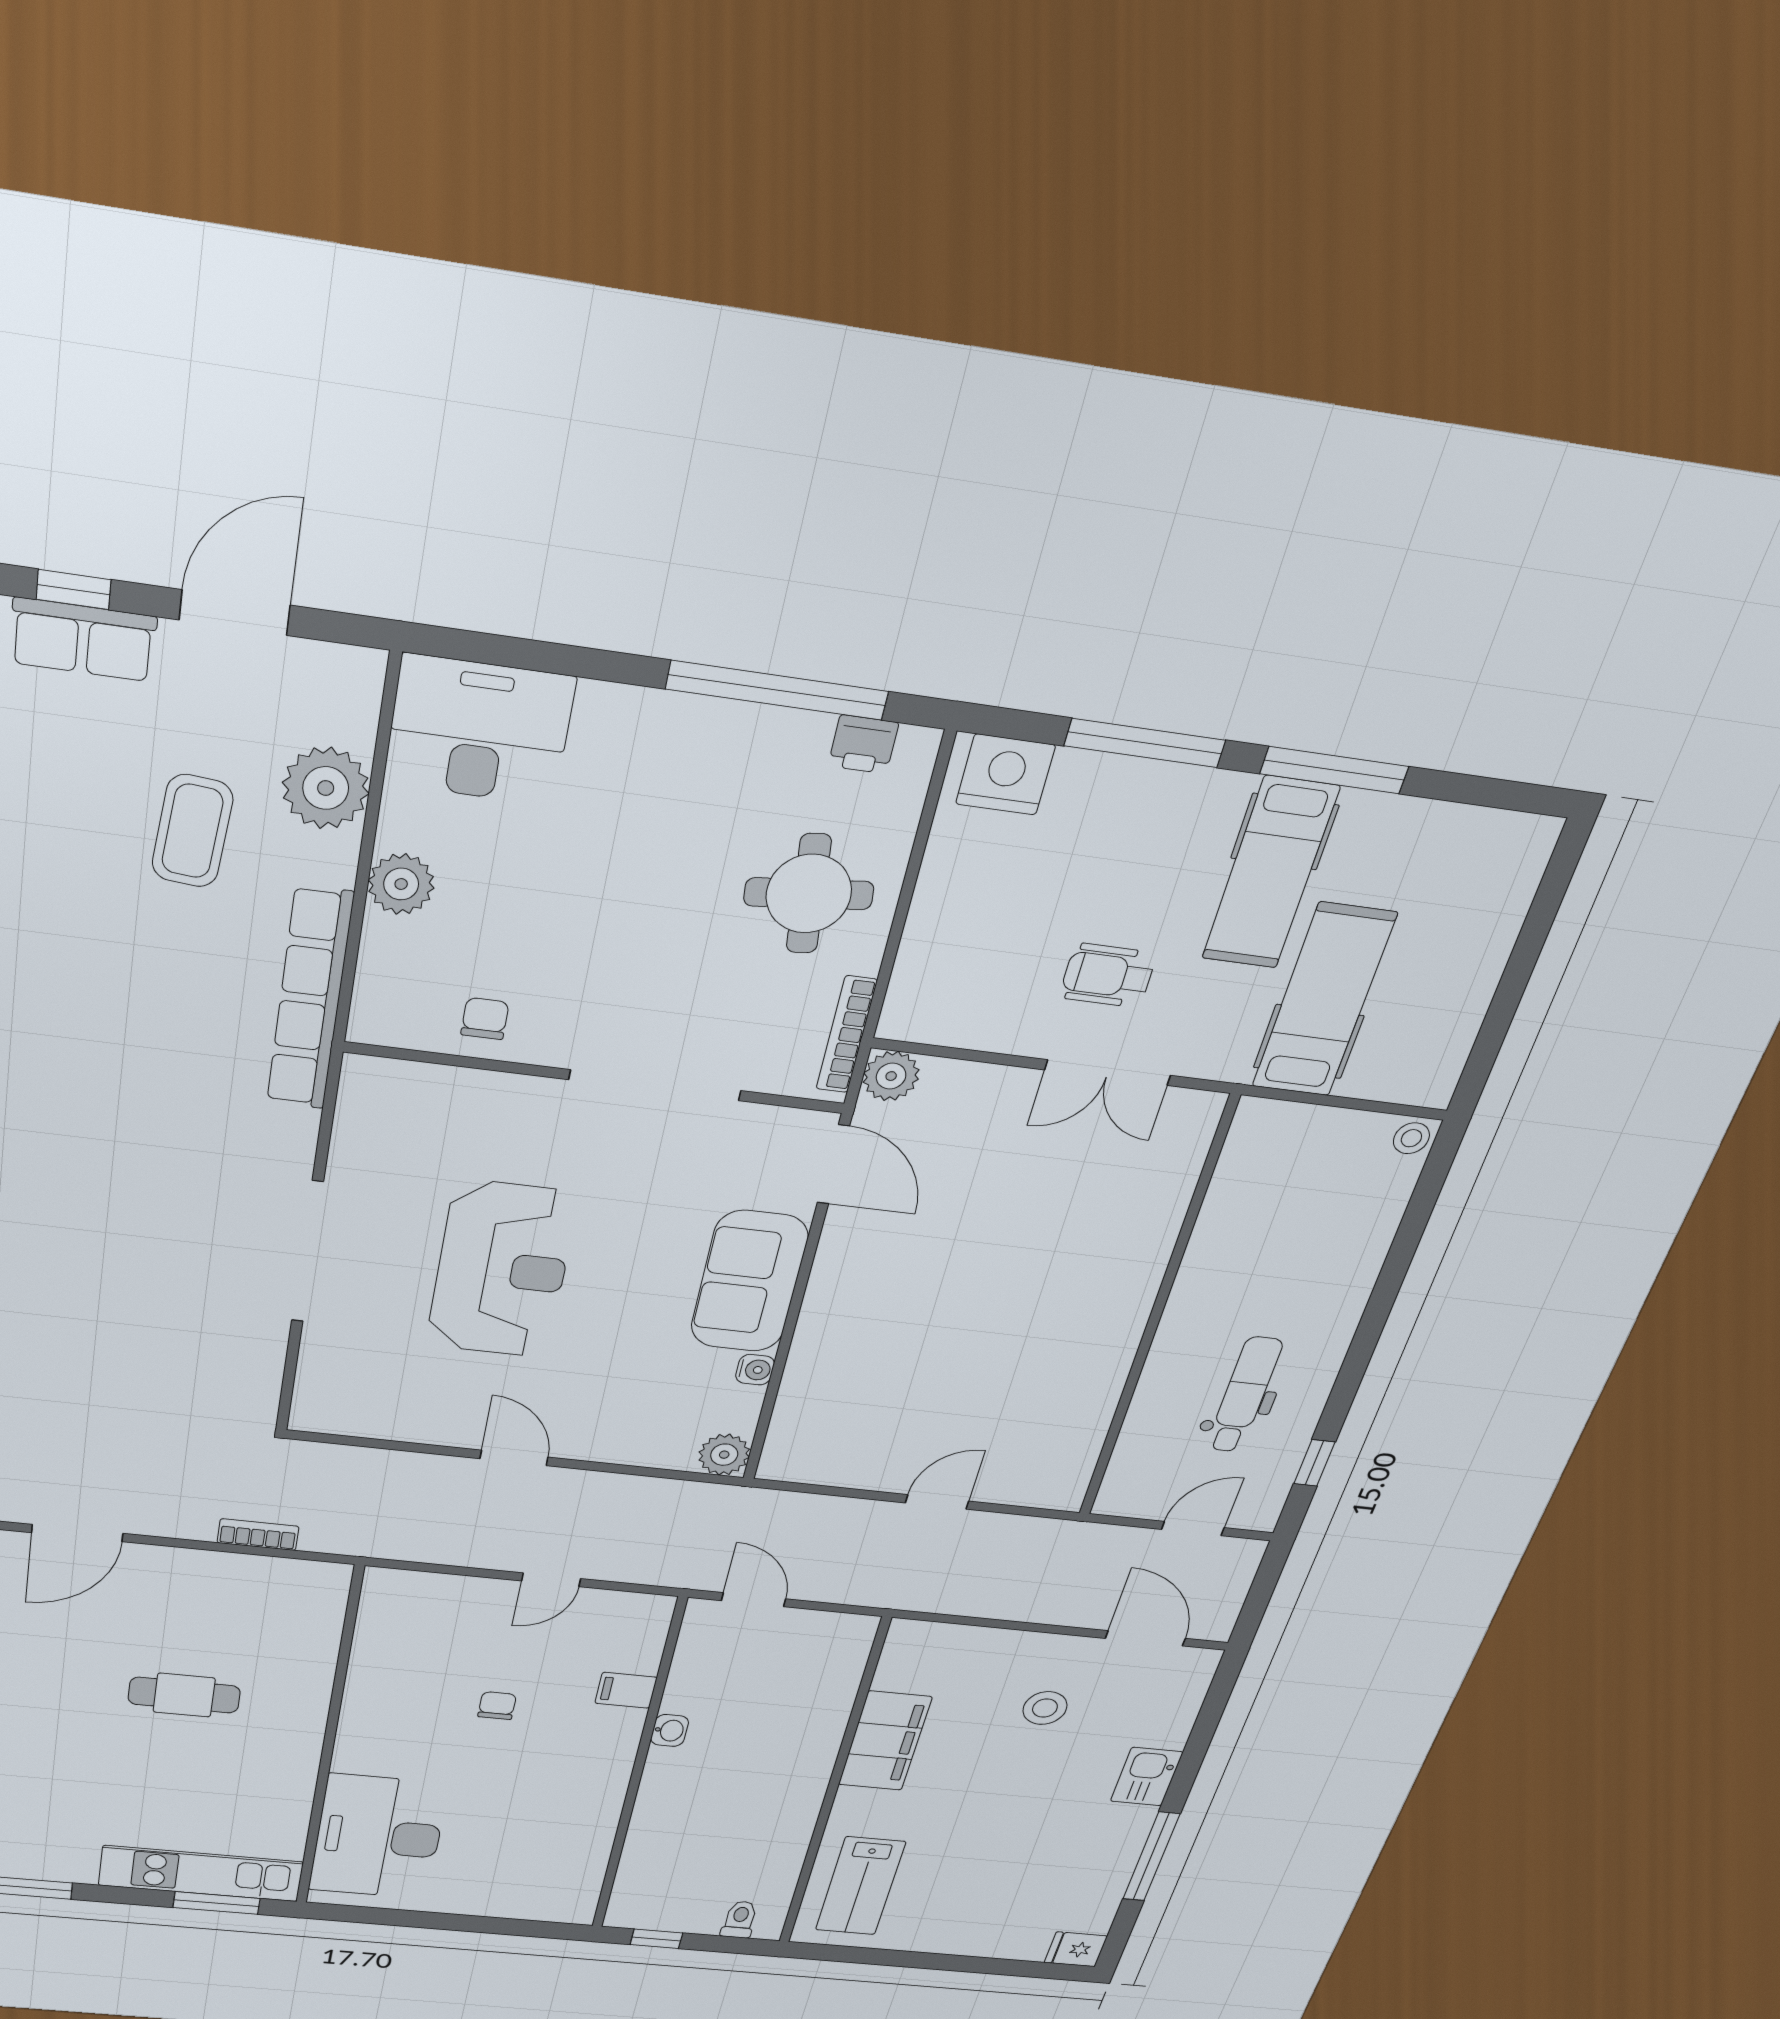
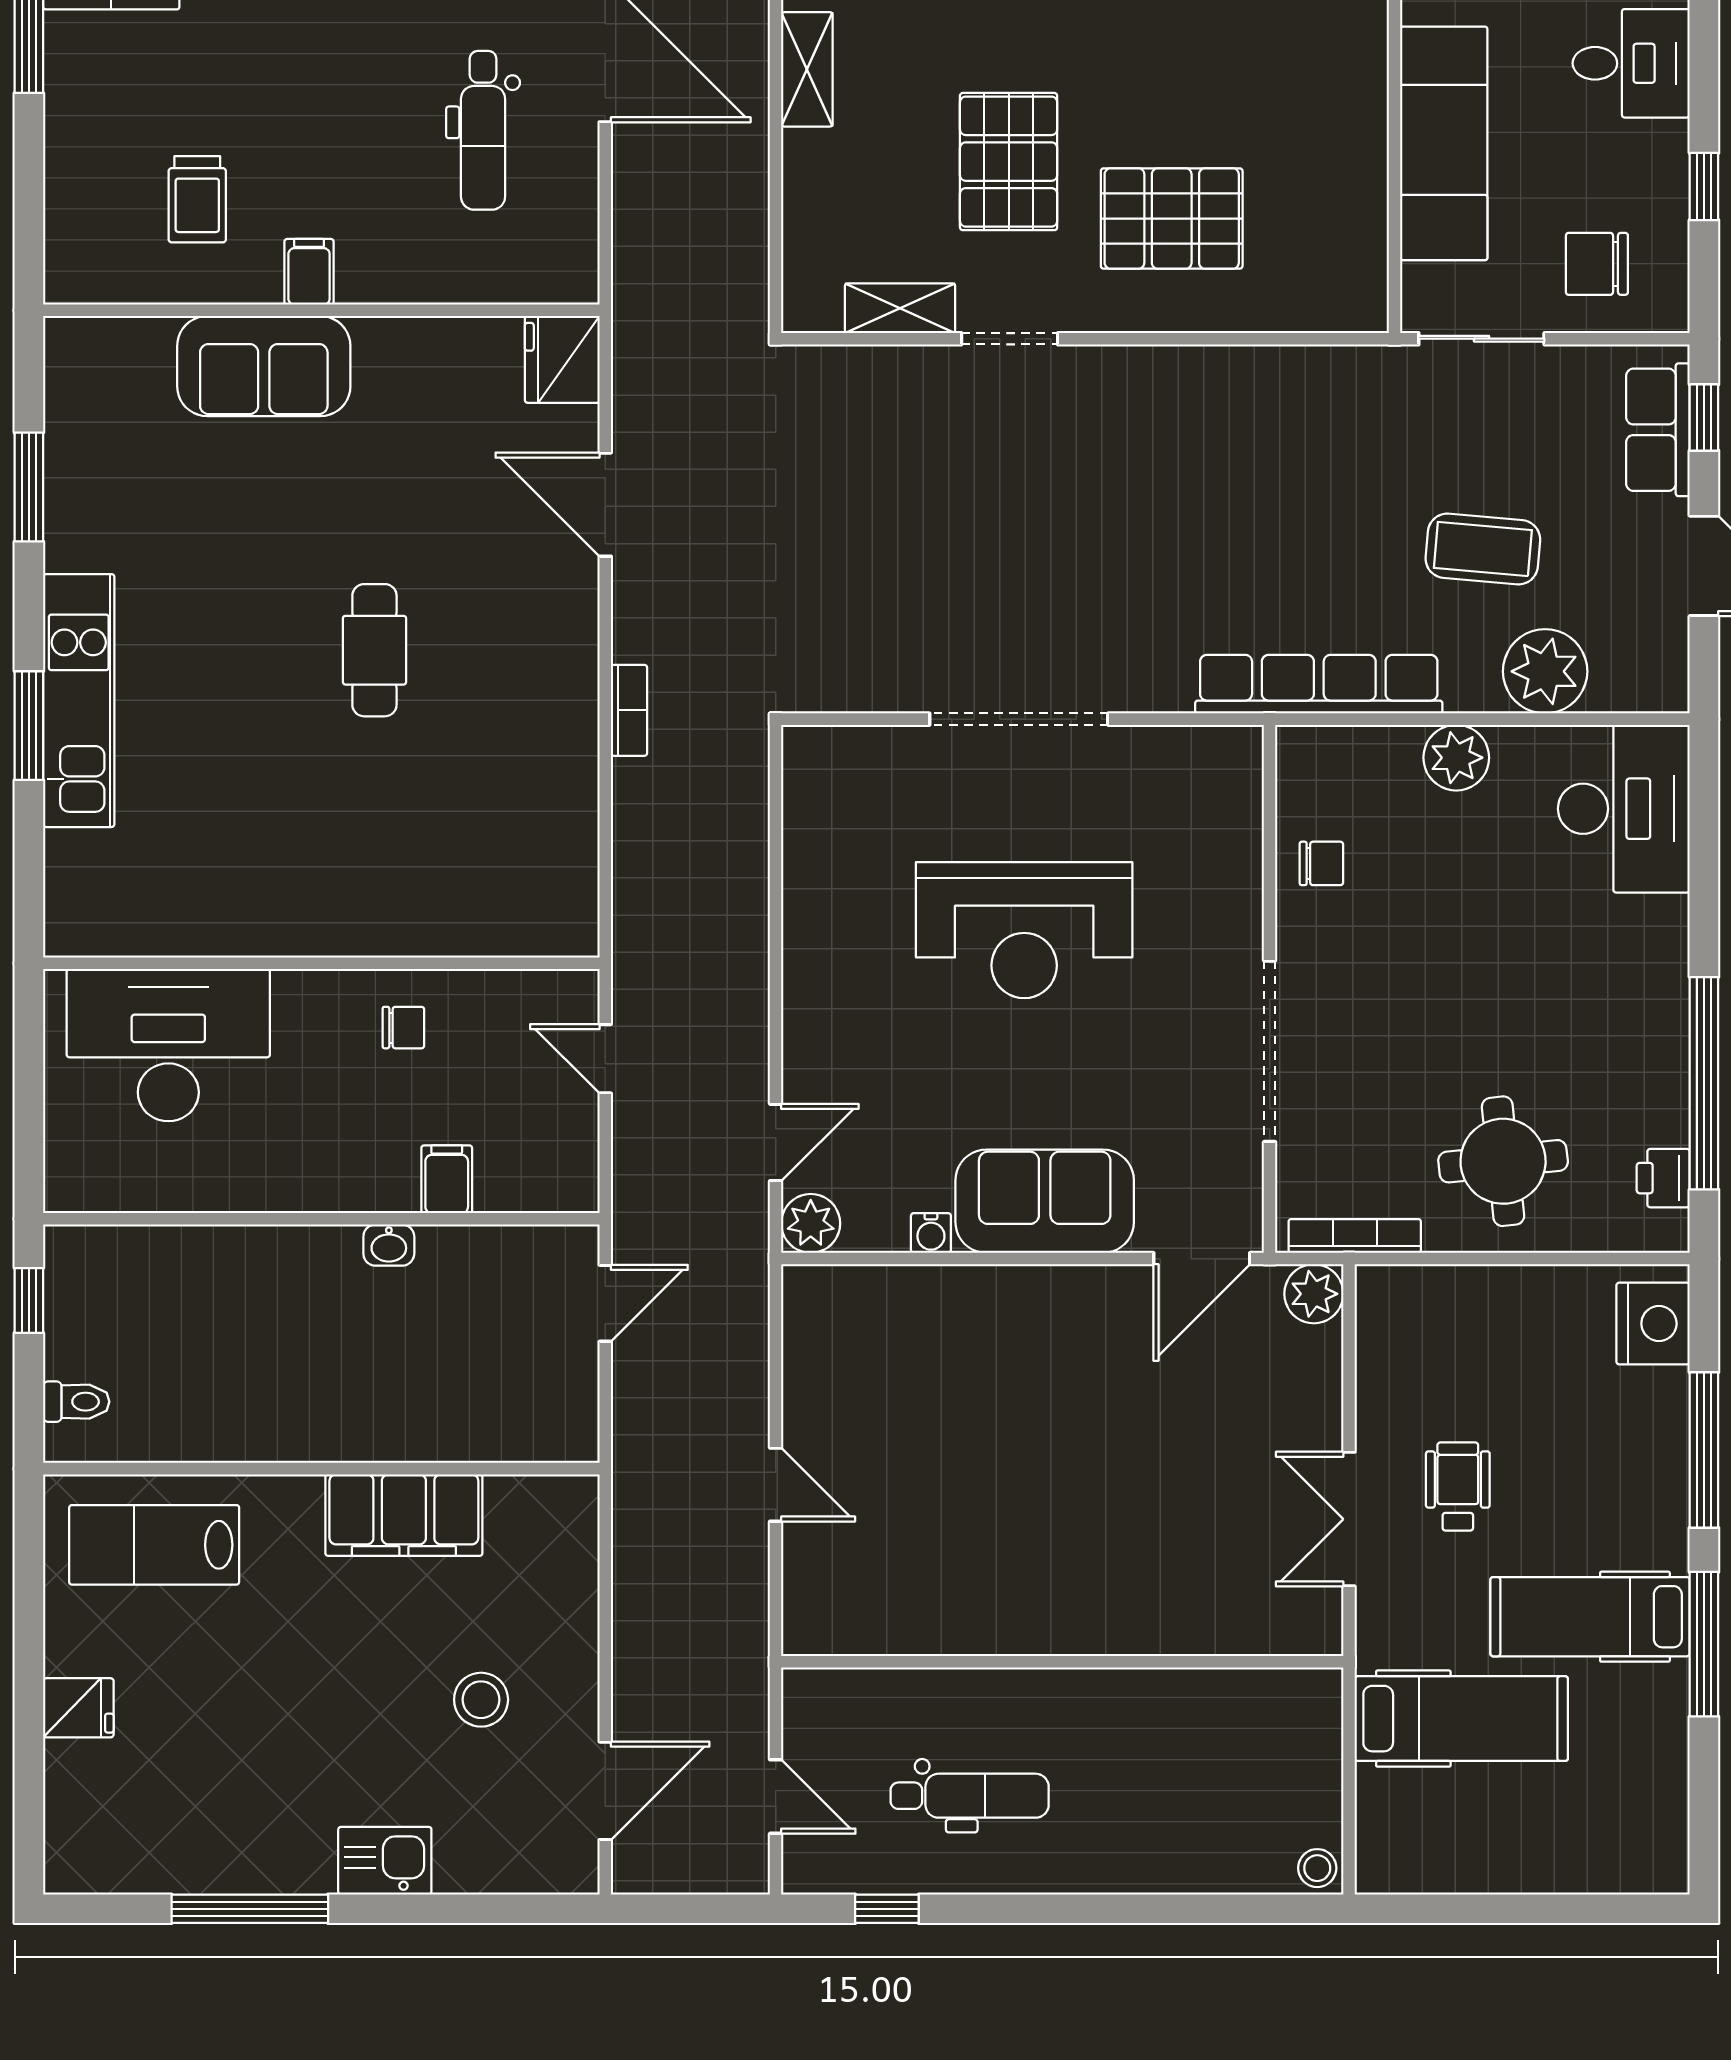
door: (514, 1458) -> (776, 1142), moved
wall: (329, 1741) -> (321, 963), moved
desk: (378, 1837) -> (168, 1045), moved
fridge: (1076, 1949) -> (78, 1708), moved, turned 90

